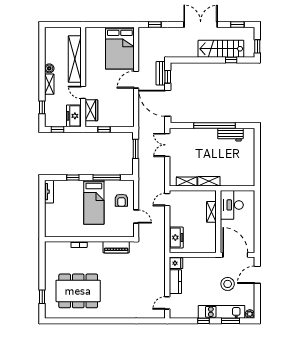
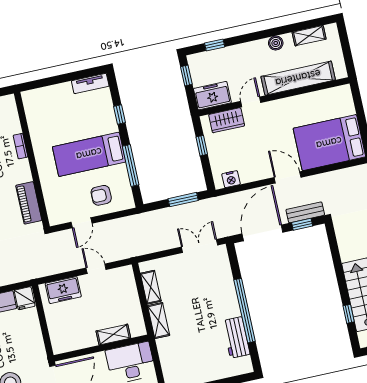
shelving: (49, 84) -> (309, 36), moved
nightstand: (129, 116) -> (231, 179), added
door: (167, 200) -> (96, 269), moved

